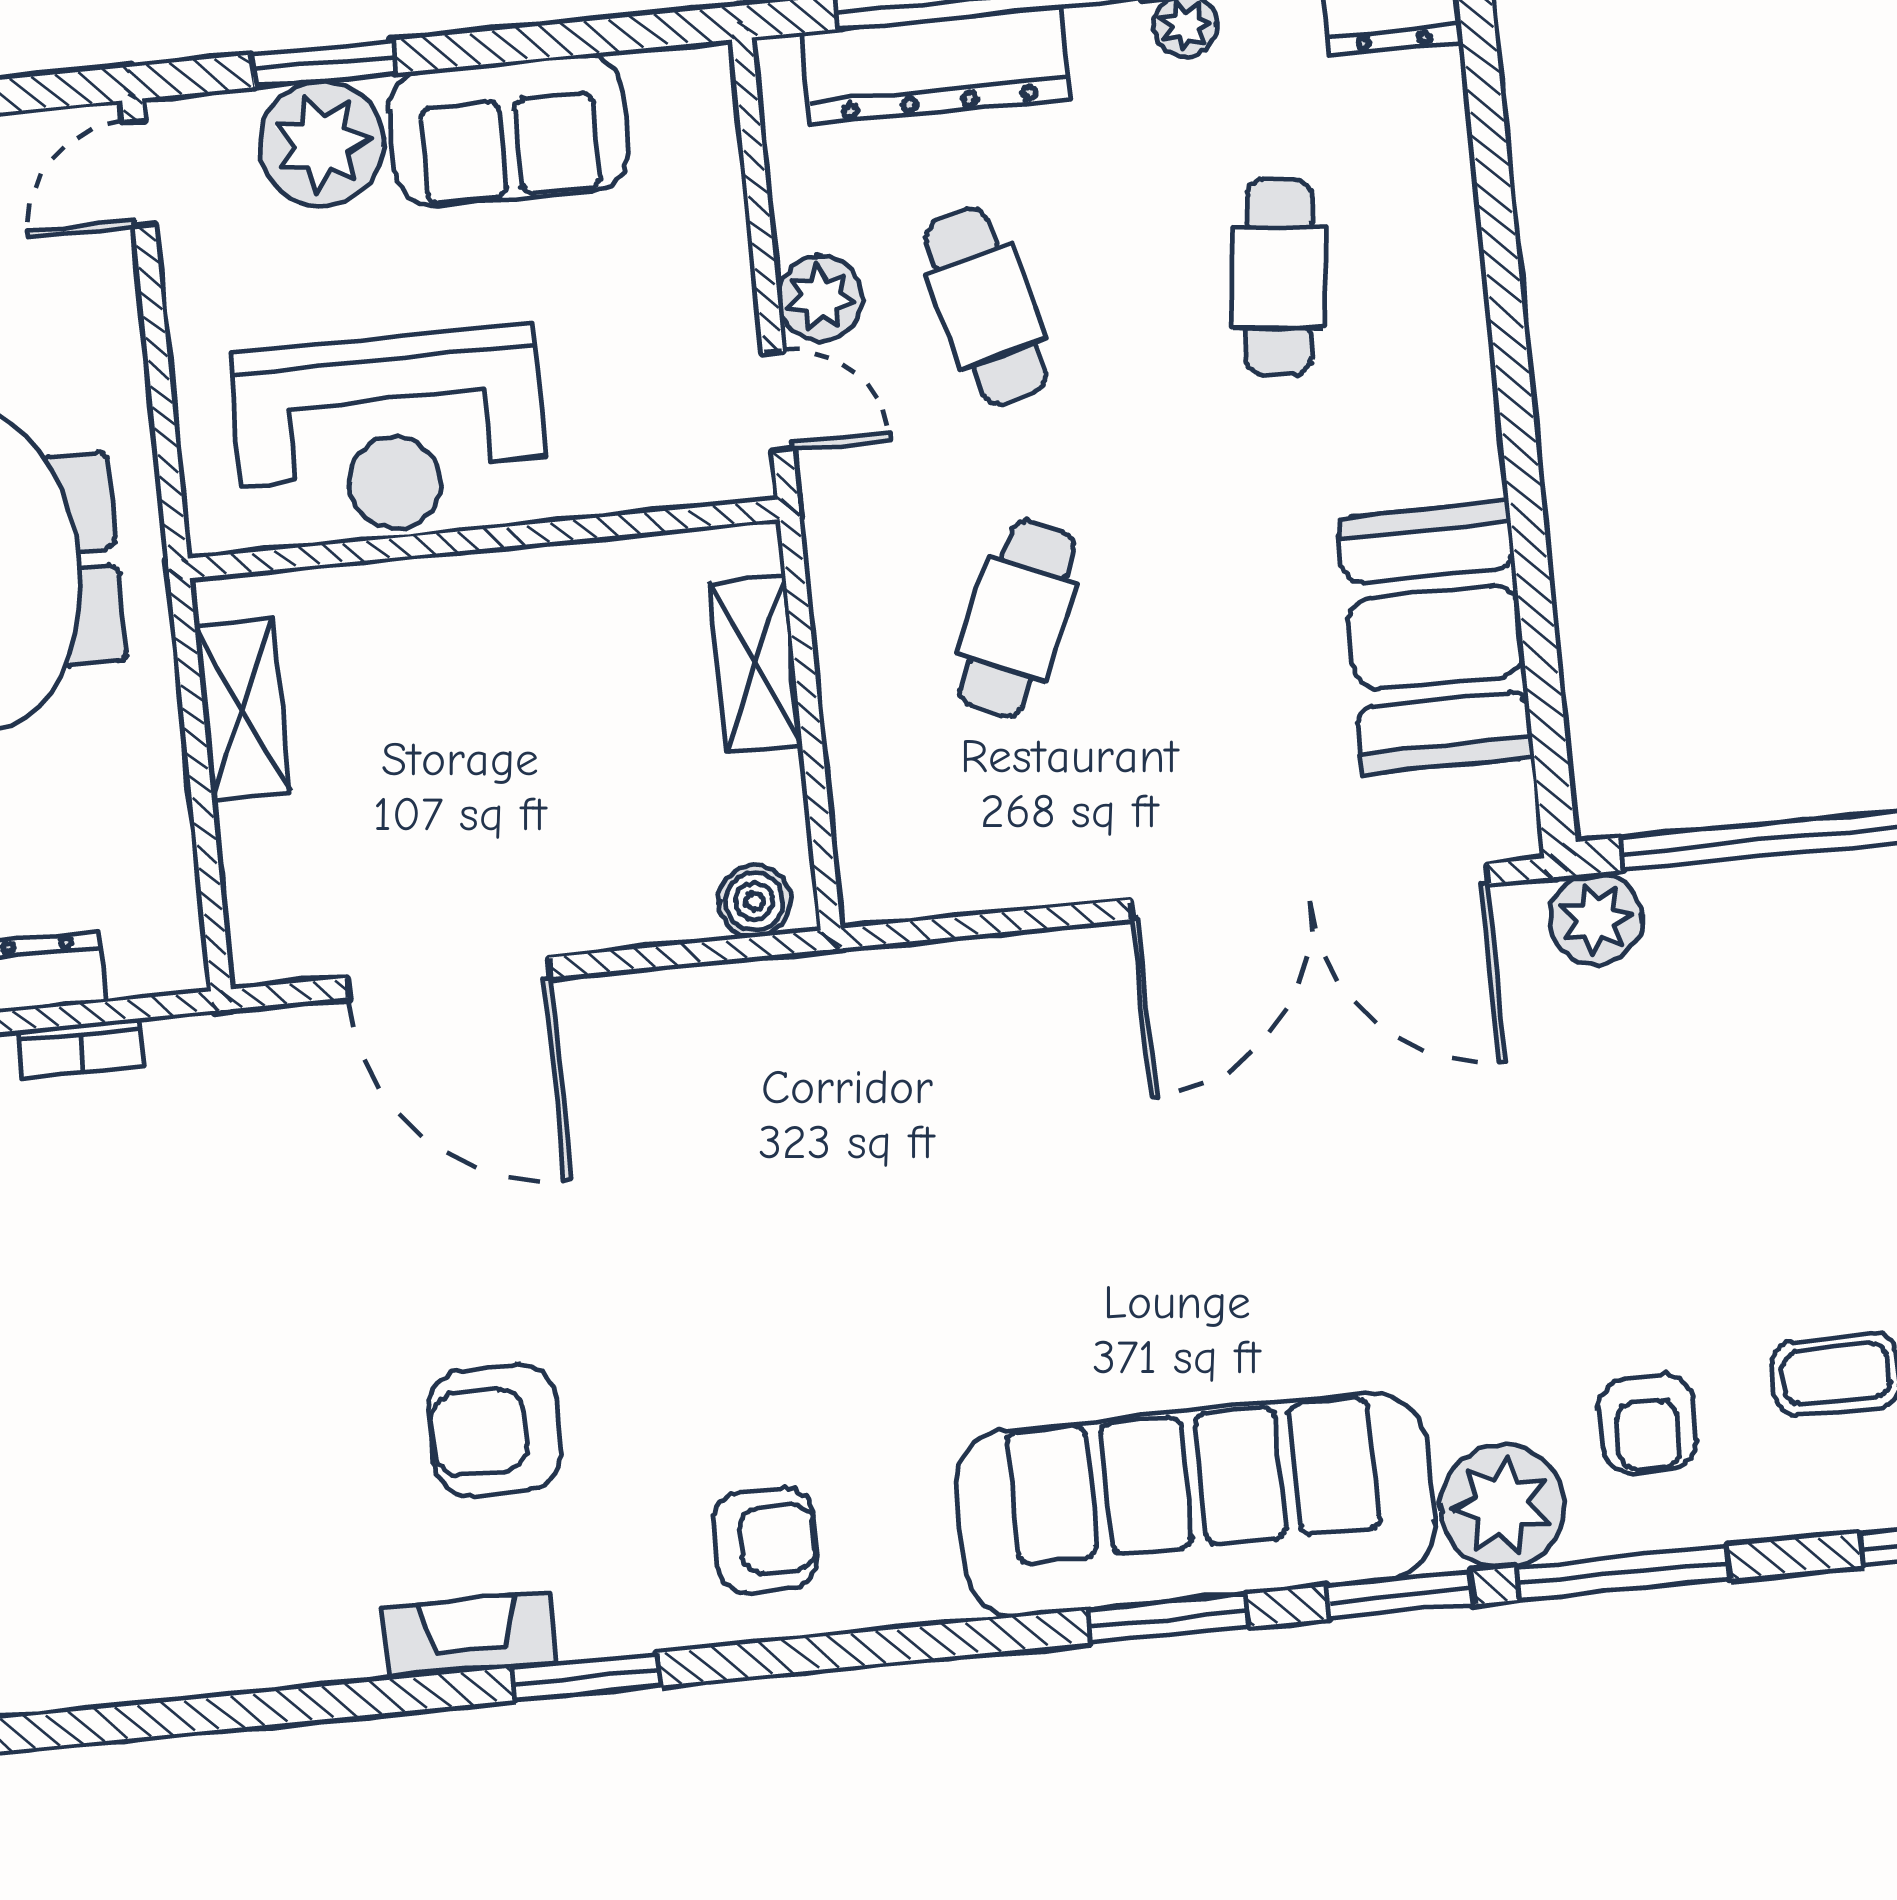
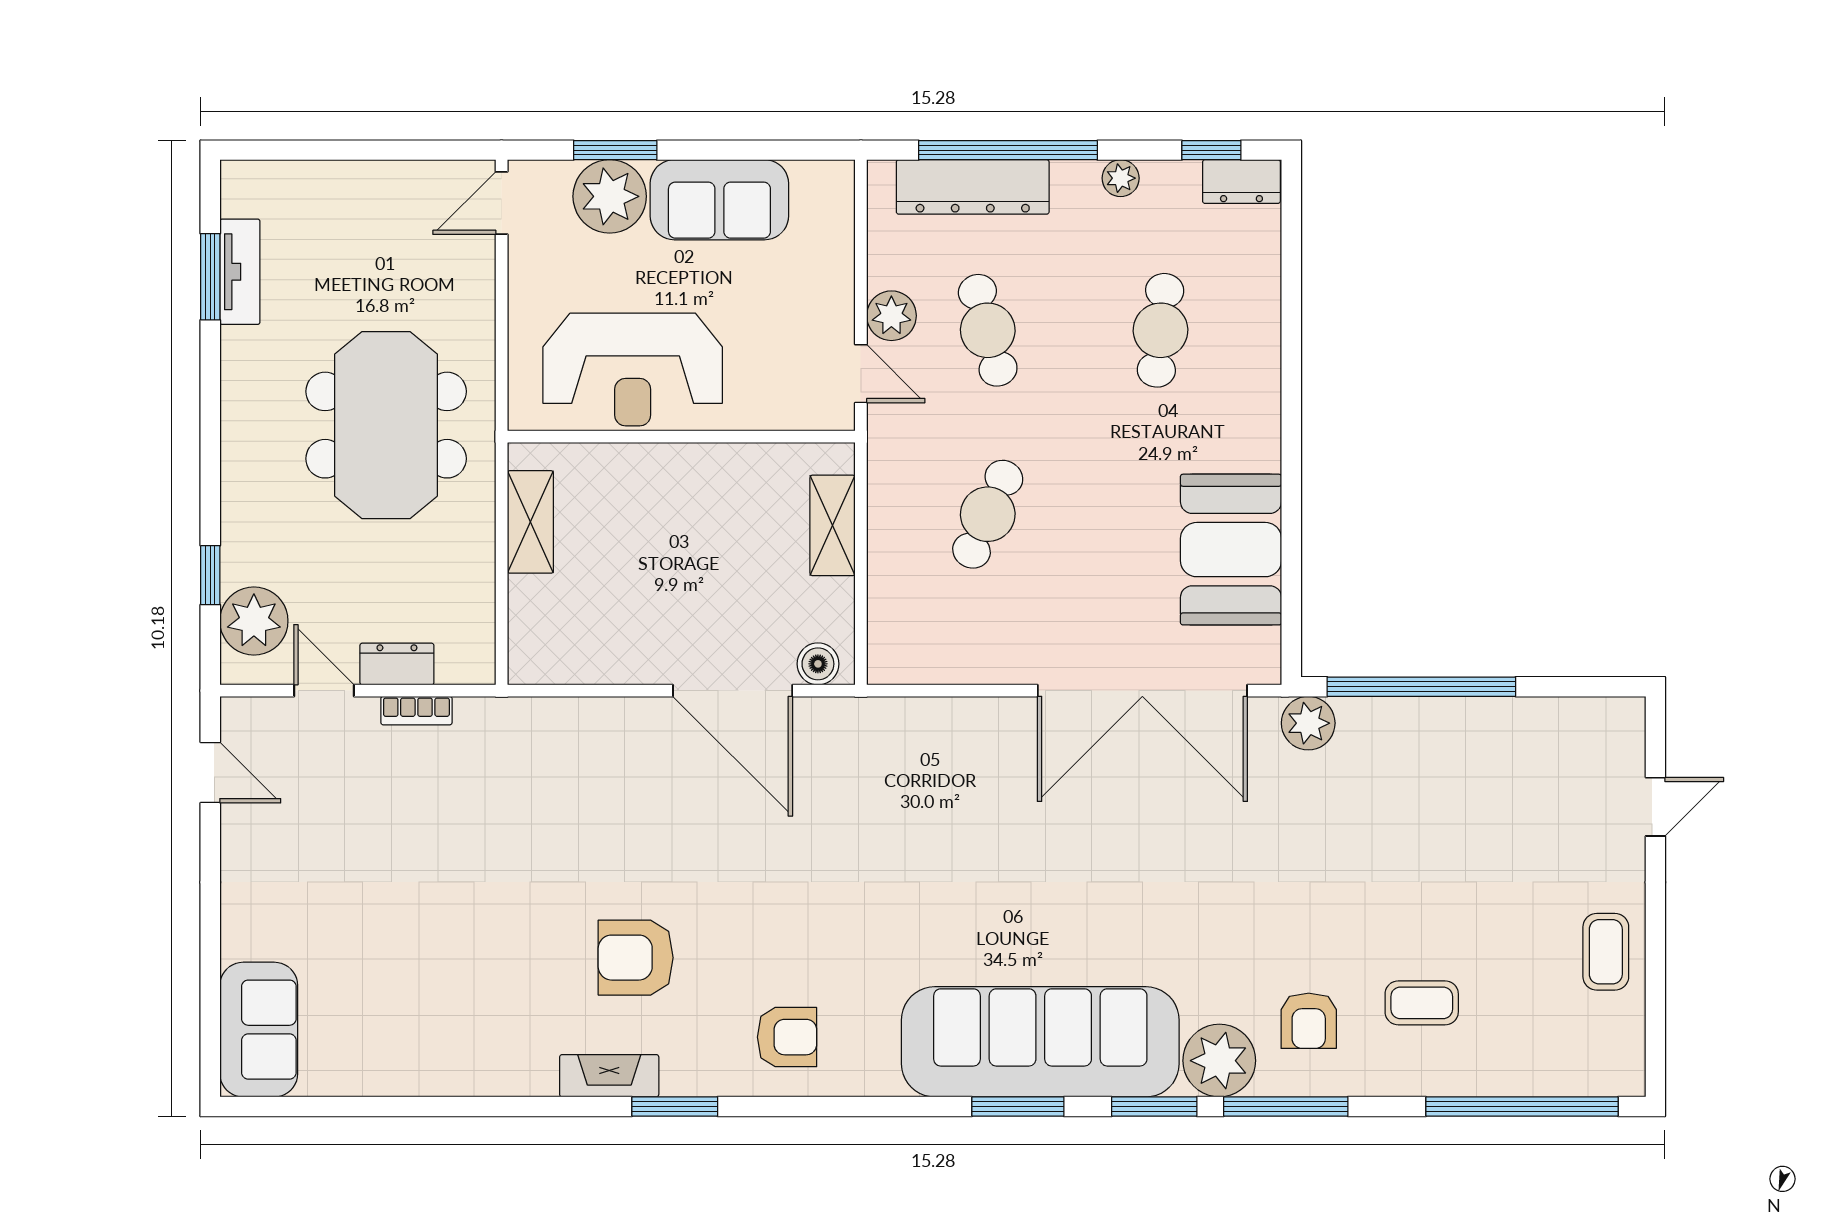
door: (448, 978) -> (733, 691), moved

